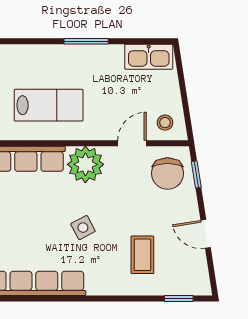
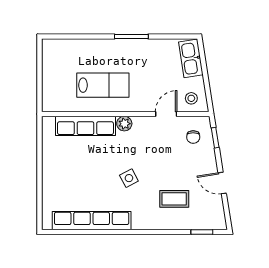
kitchen sink: (149, 57) -> (191, 58), moved, turned 81
plant: (85, 164) -> (124, 124), width x0.53, depth x0.53
chair: (168, 173) -> (193, 137), width x0.54, depth x0.54
coffee table: (142, 255) -> (174, 199), turned 90

